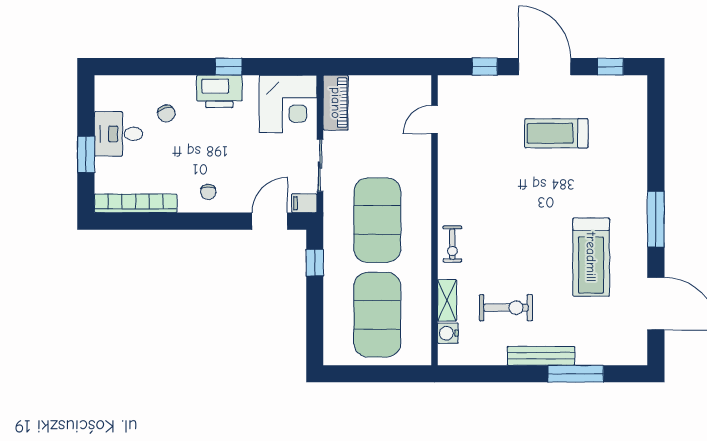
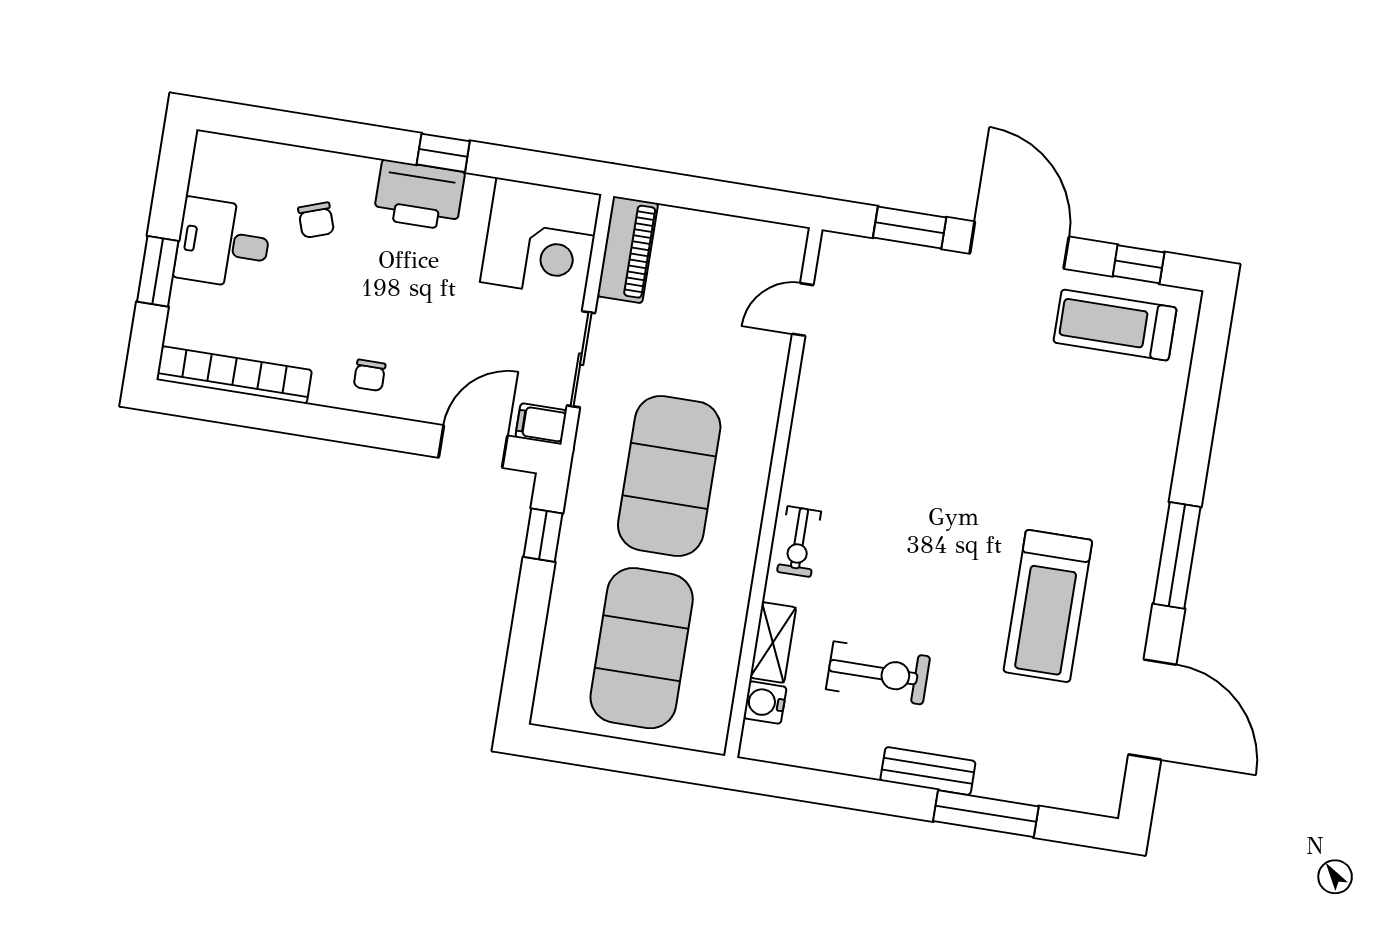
window: (485, 67) -> (910, 228), width x1.50
treadmill: (556, 133) -> (1115, 325), moved
bench: (541, 356) -> (928, 771), width x0.73

